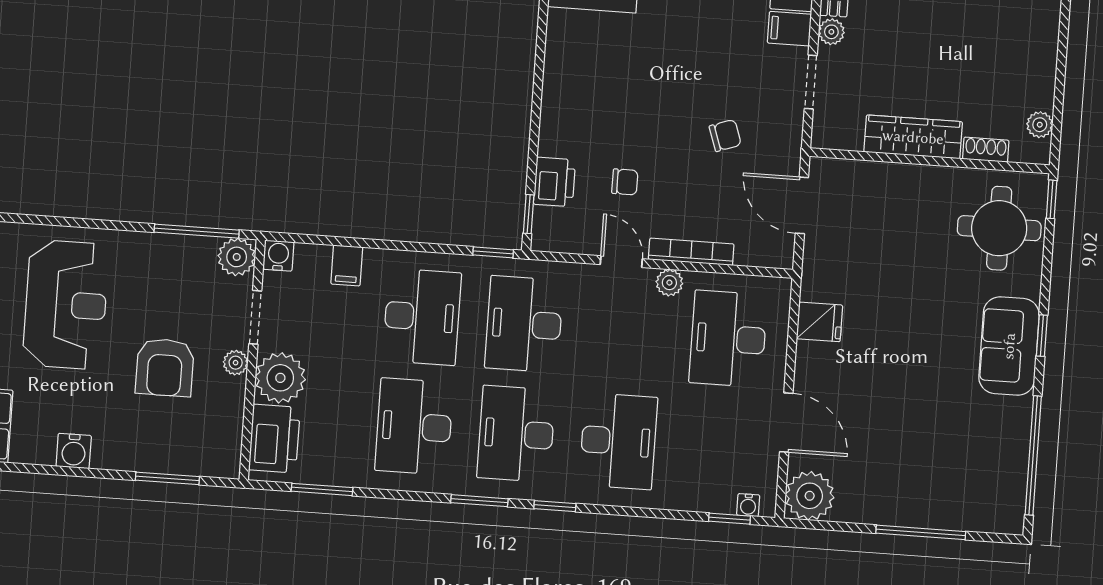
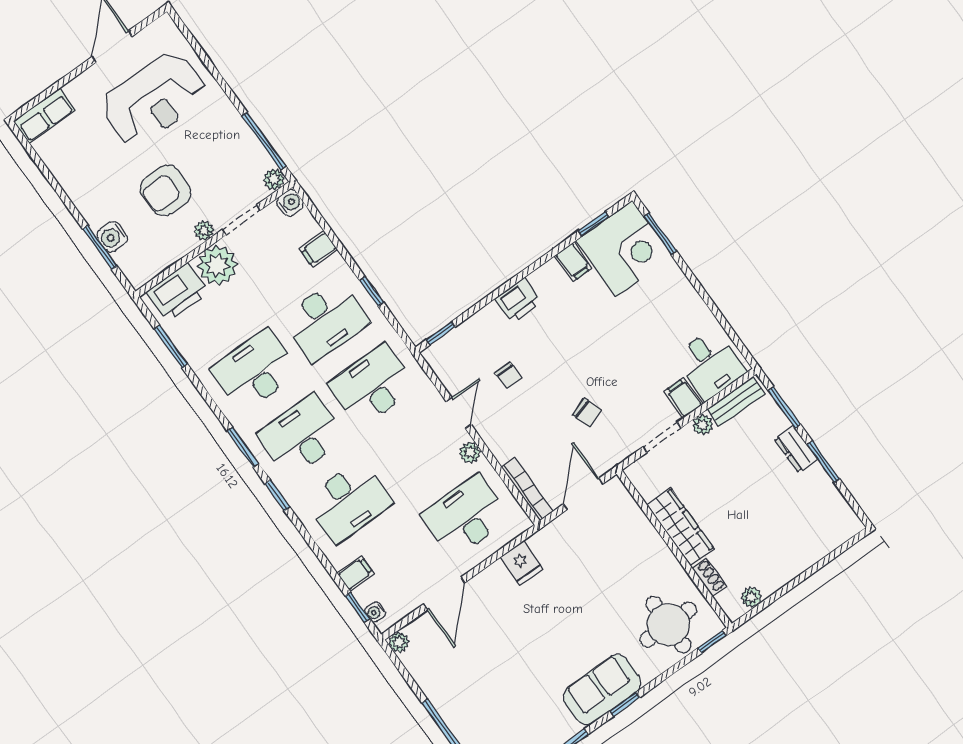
filing cabinet: (566, 26) -> (573, 262), added
printer: (555, 182) -> (518, 300), moved
window: (493, 252) -> (372, 292), moved
bookcase: (691, 252) -> (527, 489), moved
plant: (237, 257) -> (274, 179), width x0.73, depth x0.73
water cooler: (74, 451) -> (112, 237), moved
filing cabinet: (695, 493) -> (356, 574), added
plant: (810, 496) -> (399, 642), width x0.53, depth x0.53

